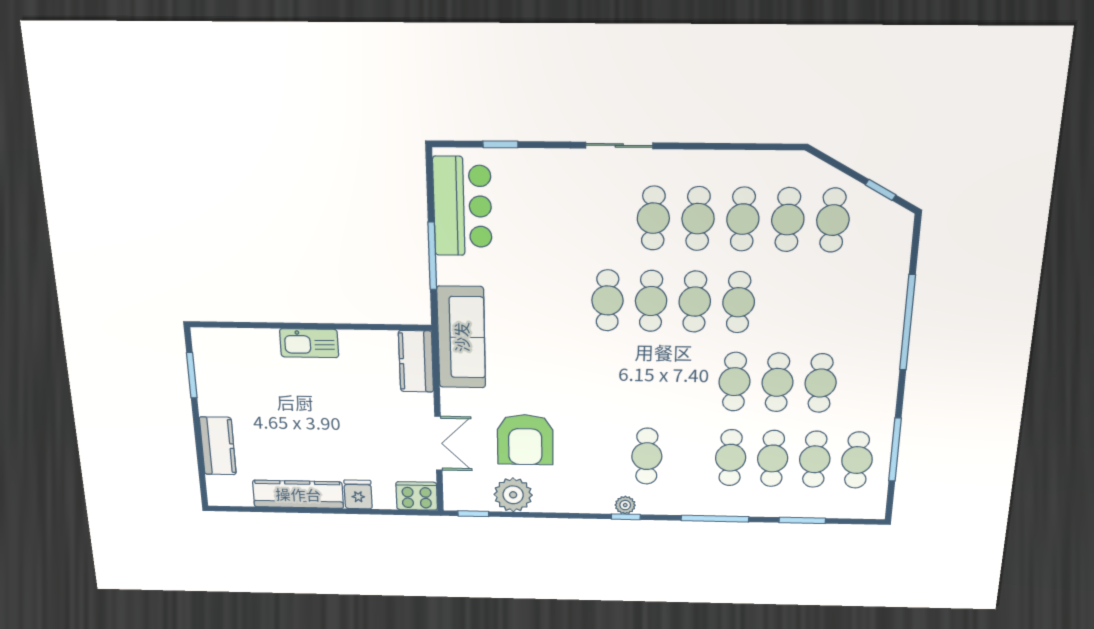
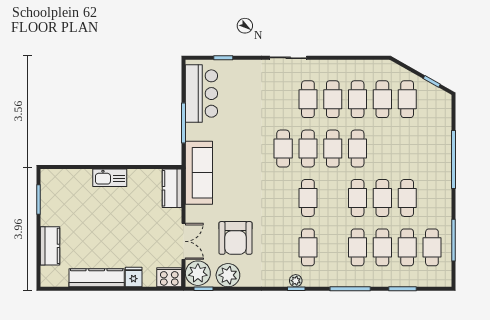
cafe table: (649, 380) -> (308, 198), added
plant: (463, 491) -> (198, 273), added

